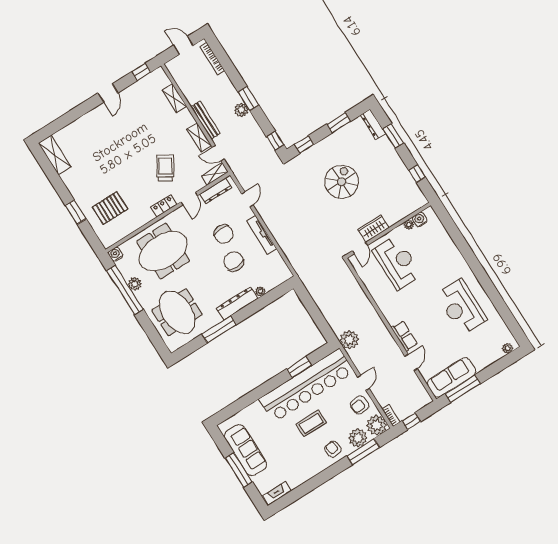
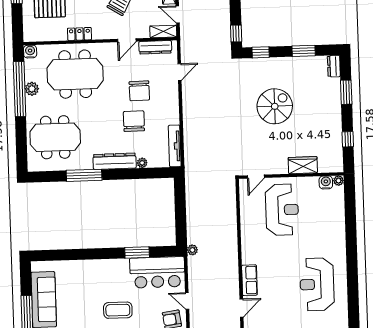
dresser: (373, 124) -> (334, 66), width x0.70
locker: (164, 206) -> (80, 34), moved
plant: (409, 225) -> (339, 181), moved
wardrobe: (373, 228) -> (303, 165), moved
tv unit: (262, 235) -> (175, 146), moved
meeting table: (177, 312) -> (55, 137), turned 90
plant: (349, 340) -> (192, 250), width x0.53, depth x0.53
door: (363, 383) -> (187, 301), swing flipped
bar counter: (307, 385) -> (157, 272), width x0.54

